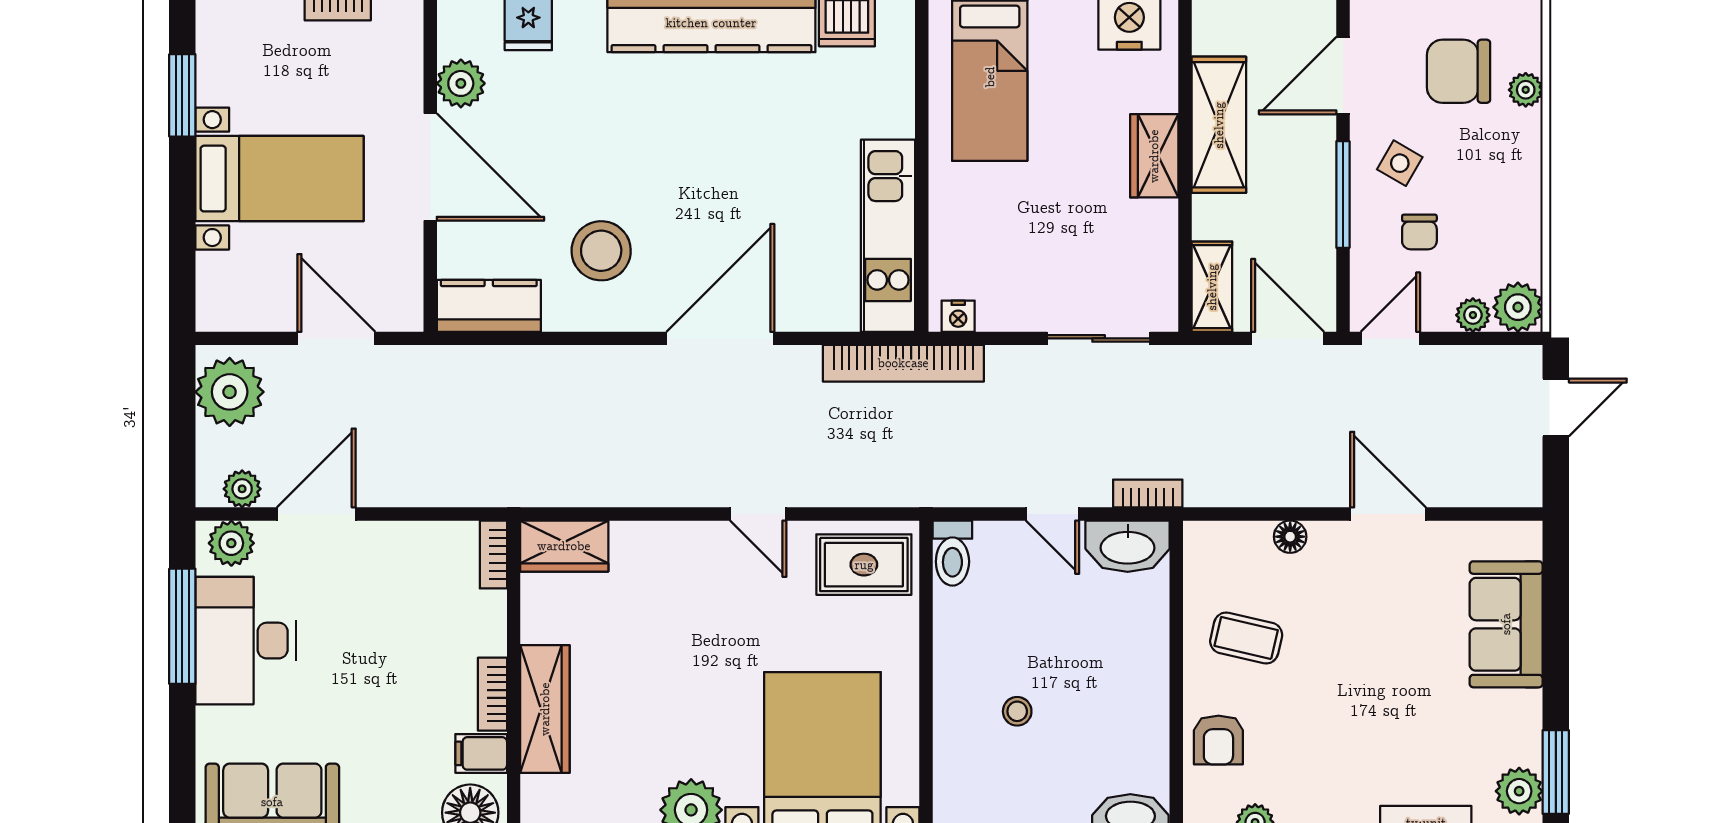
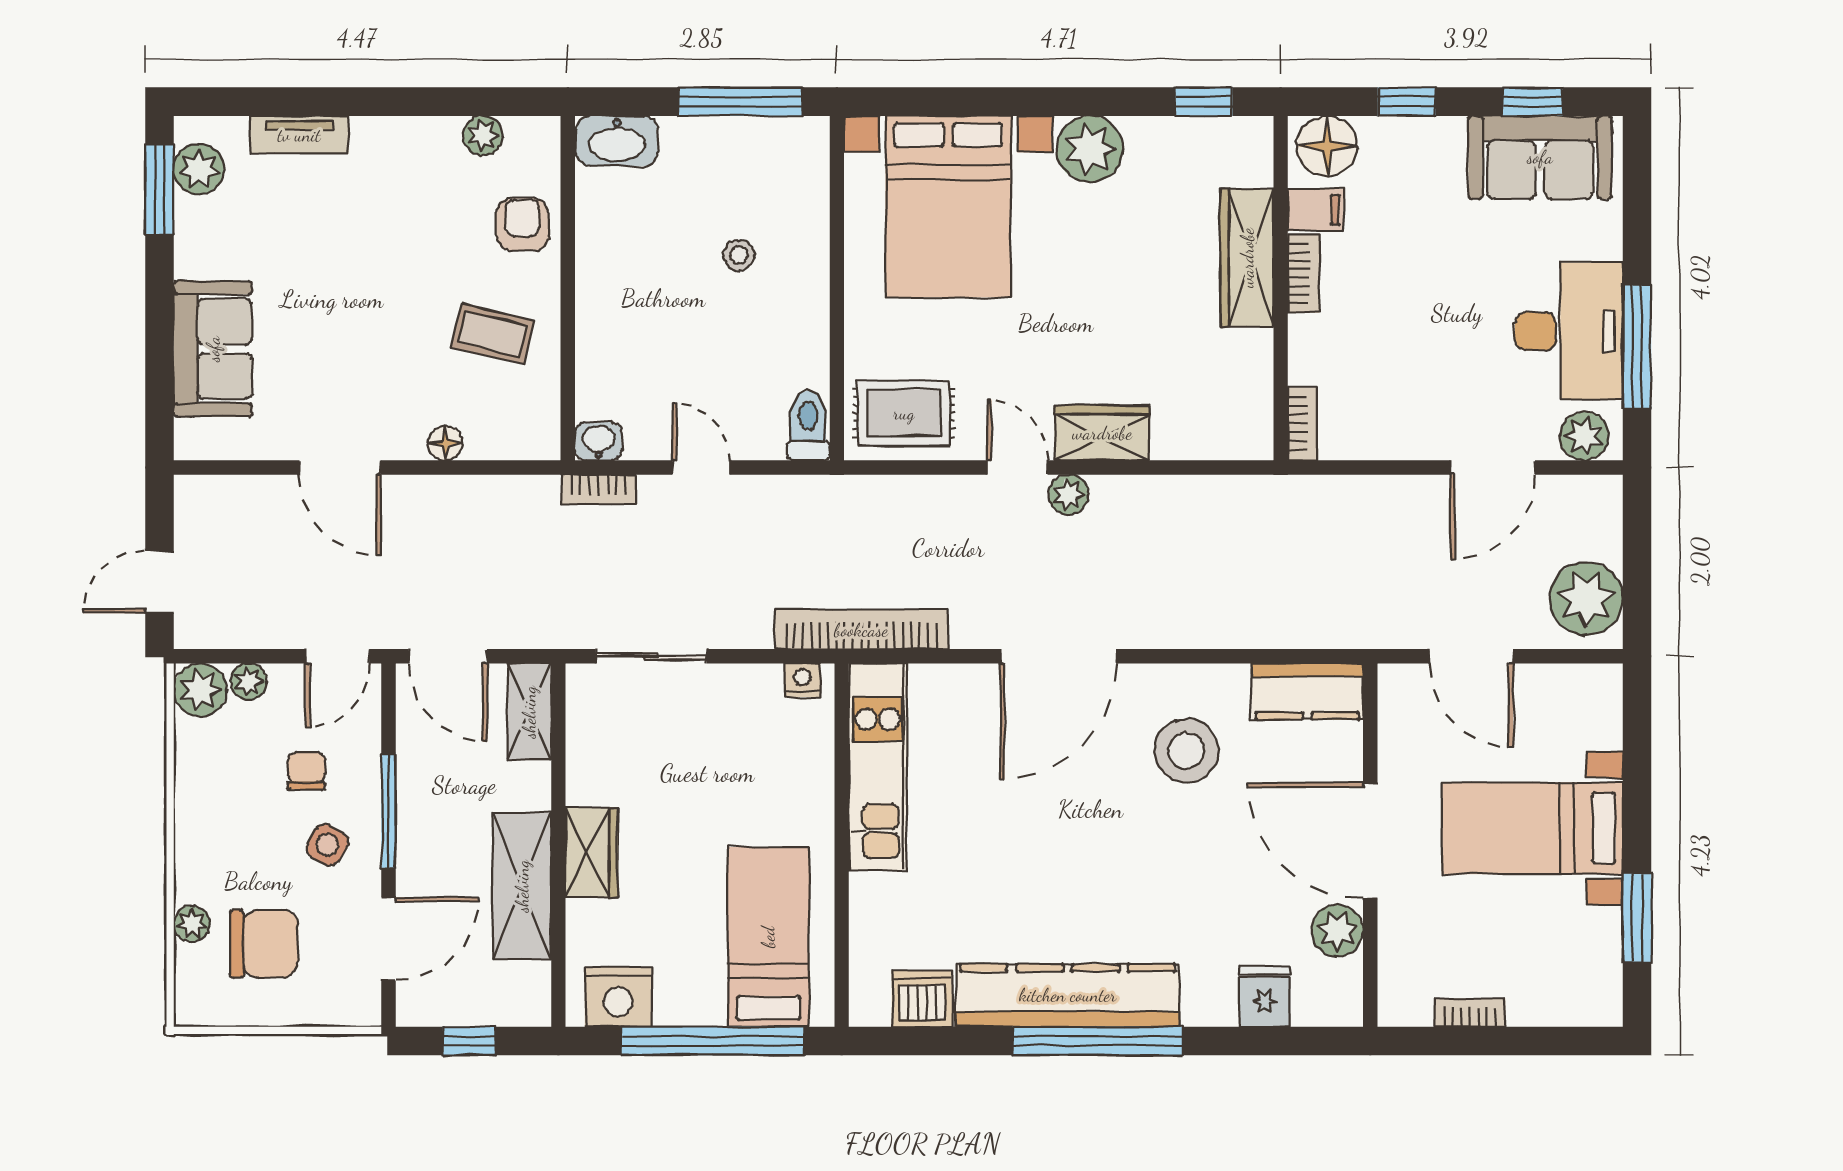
plant: (242, 489) -> (1068, 494), moved
wardrobe: (564, 546) -> (1102, 433), moved
washbasin: (1128, 546) -> (599, 441), width x0.52, depth x0.69

